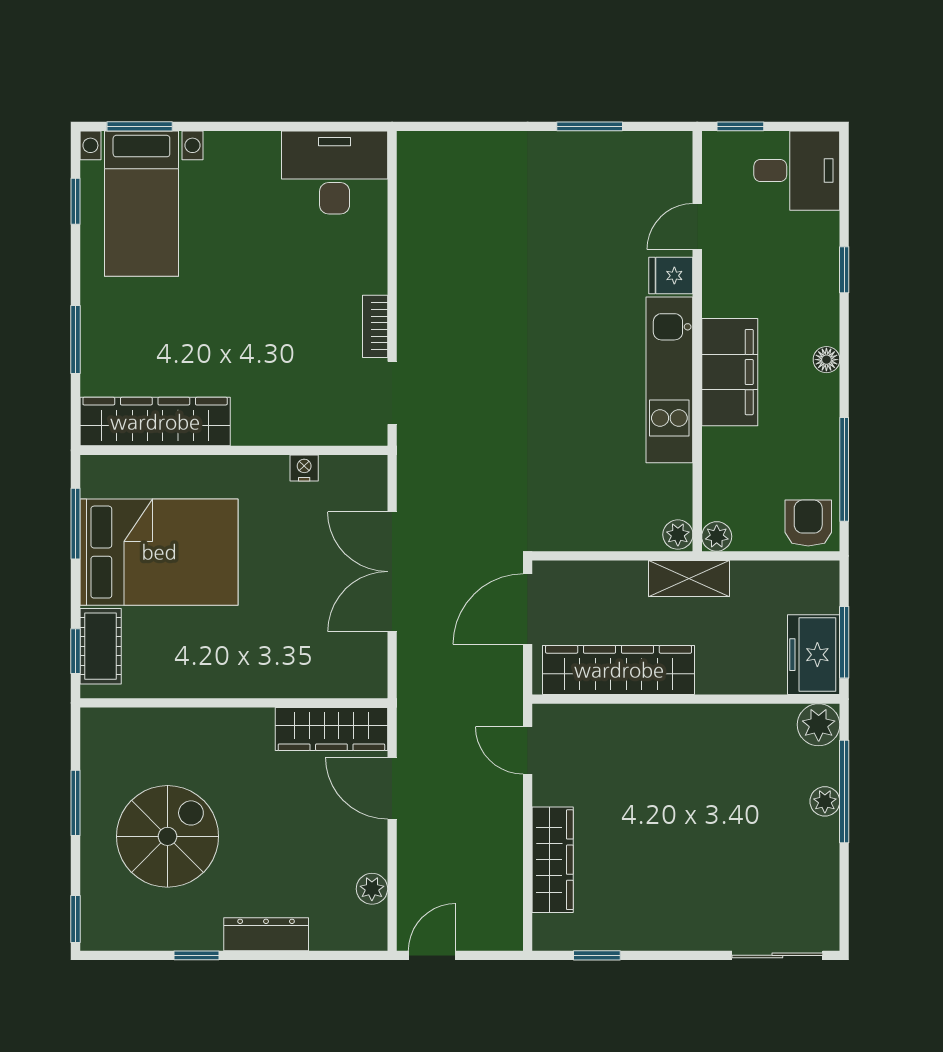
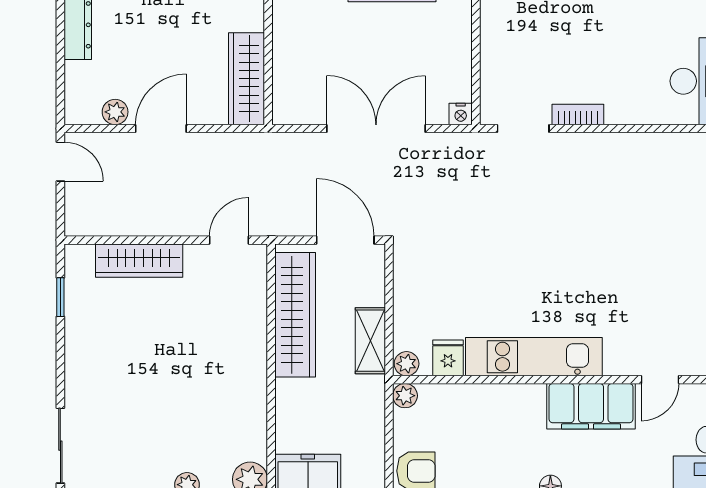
door: (697, 227) -> (660, 380), swing flipped
fridge: (671, 276) -> (448, 358), moved
filing cabinet: (730, 372) -> (591, 406), moved
nightstand: (304, 468) -> (461, 114), moved, turned 90
shelving: (689, 579) -> (370, 341), moved
door: (392, 788) -> (161, 129), moved

